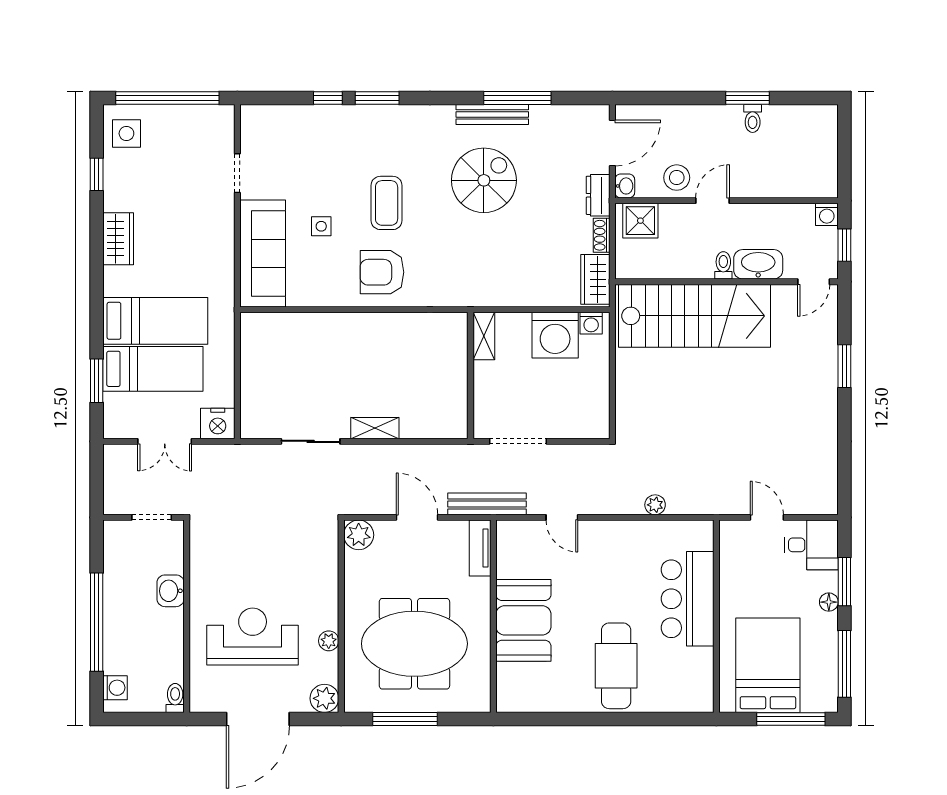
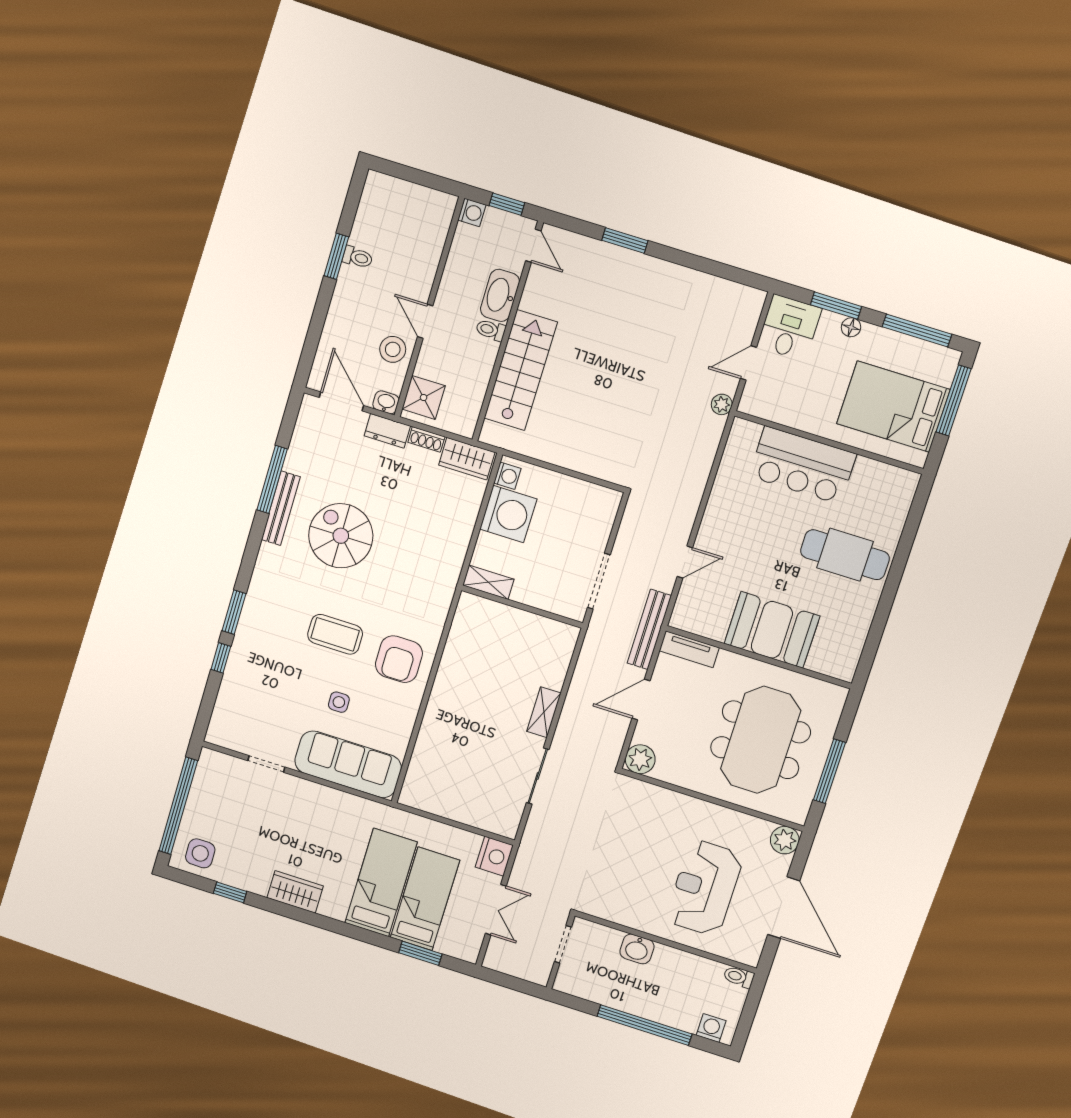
stairs: (694, 316) -> (521, 370), width x0.73, depth x0.66
plant: (655, 505) -> (722, 404), moved
plant: (329, 641) -> (731, 819), removed

